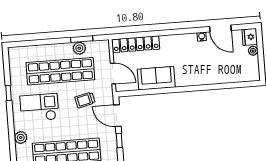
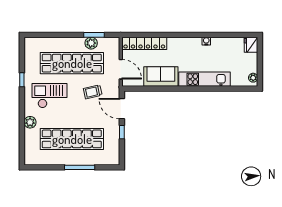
door: (220, 28) -> (224, 35), removed
plant: (253, 51) -> (253, 78), moved
kitchen unit: (203, 77) -> (205, 79), added

